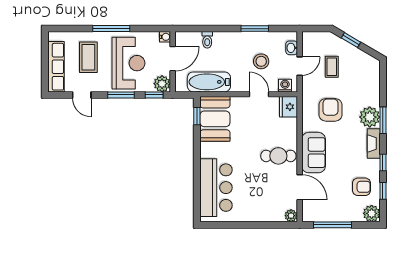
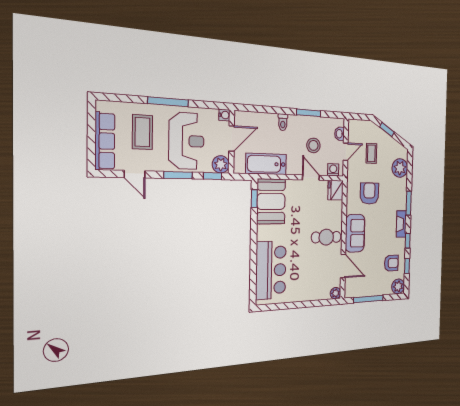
toilet: (207, 40) -> (283, 122), moved
plant: (370, 117) -> (400, 168), moved

